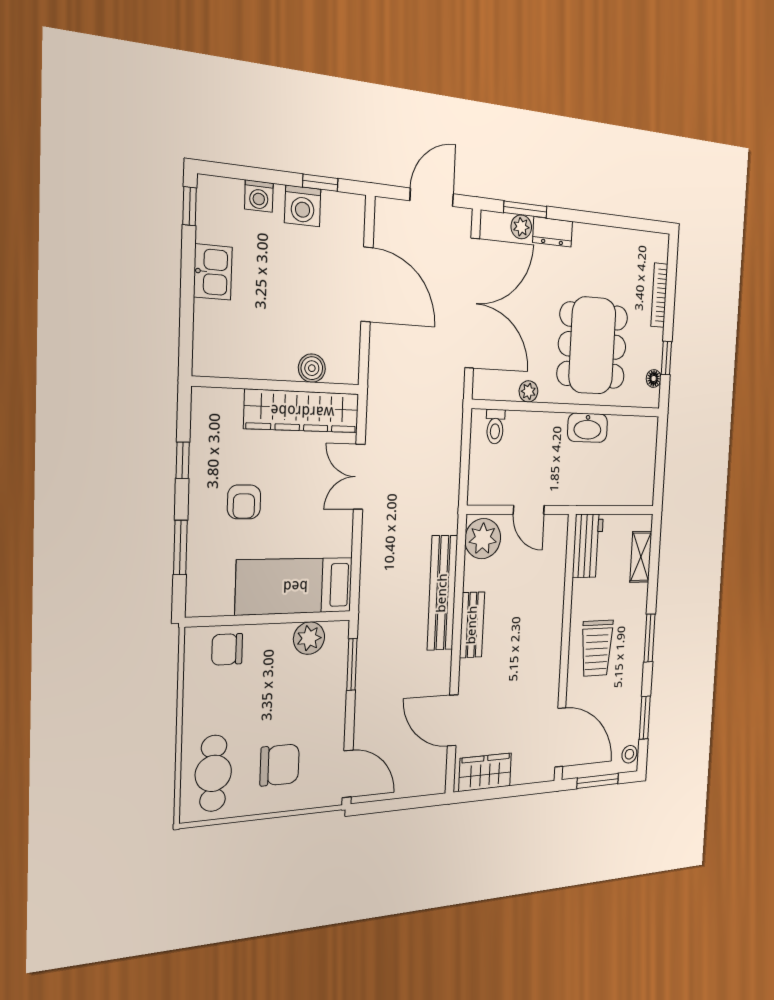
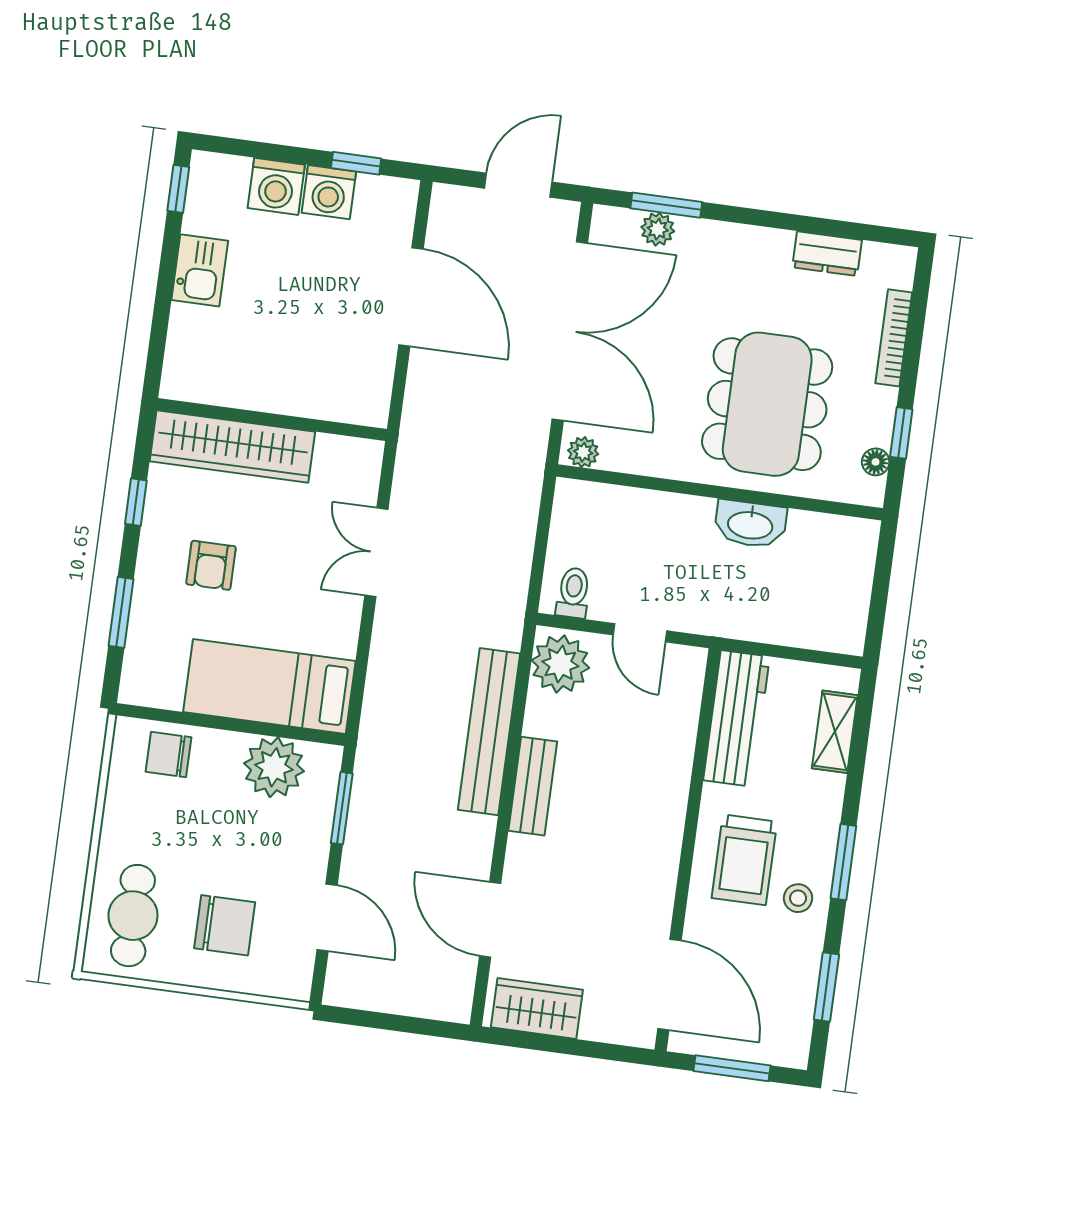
washing machine: (259, 196) -> (276, 186), width x1.38, depth x1.38
dresser: (553, 232) -> (827, 254), moved
boiler: (312, 368) -> (322, 401), removed
plant: (528, 391) -> (583, 452), moved
wardrobe: (302, 411) -> (232, 446), moved
toilet: (495, 427) -> (573, 593), moved, turned 180
workbench: (588, 546) -> (736, 718), width x1.38
plant: (309, 638) -> (274, 767), width x1.36, depth x1.36
stool: (629, 754) -> (798, 898), moved
door: (348, 774) -> (327, 917), moved

